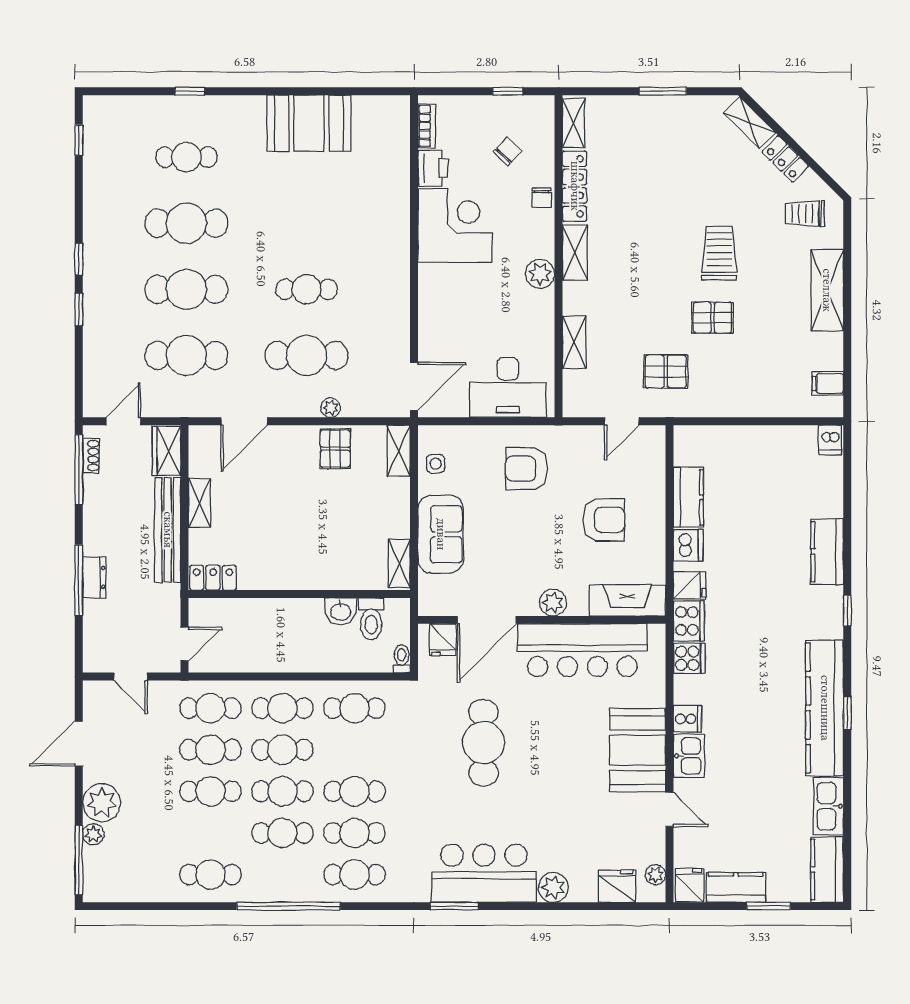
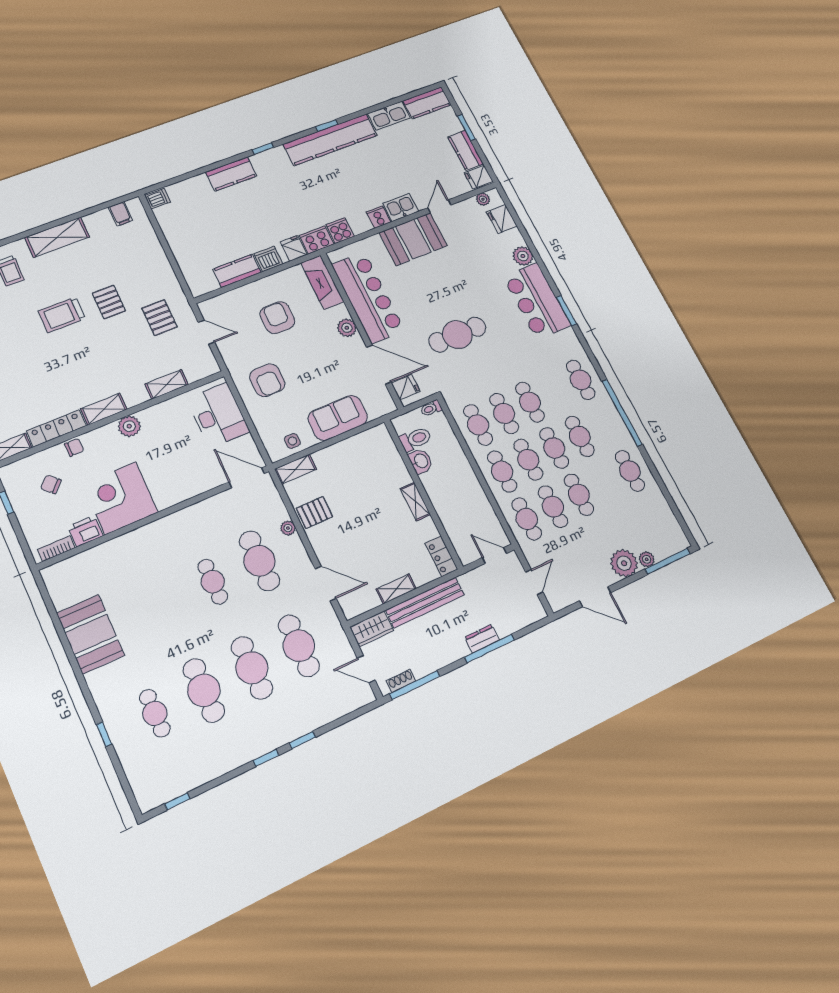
shelving: (399, 564) -> (415, 502), moved, turned 90
cafe table: (354, 833) -> (504, 413), moved

